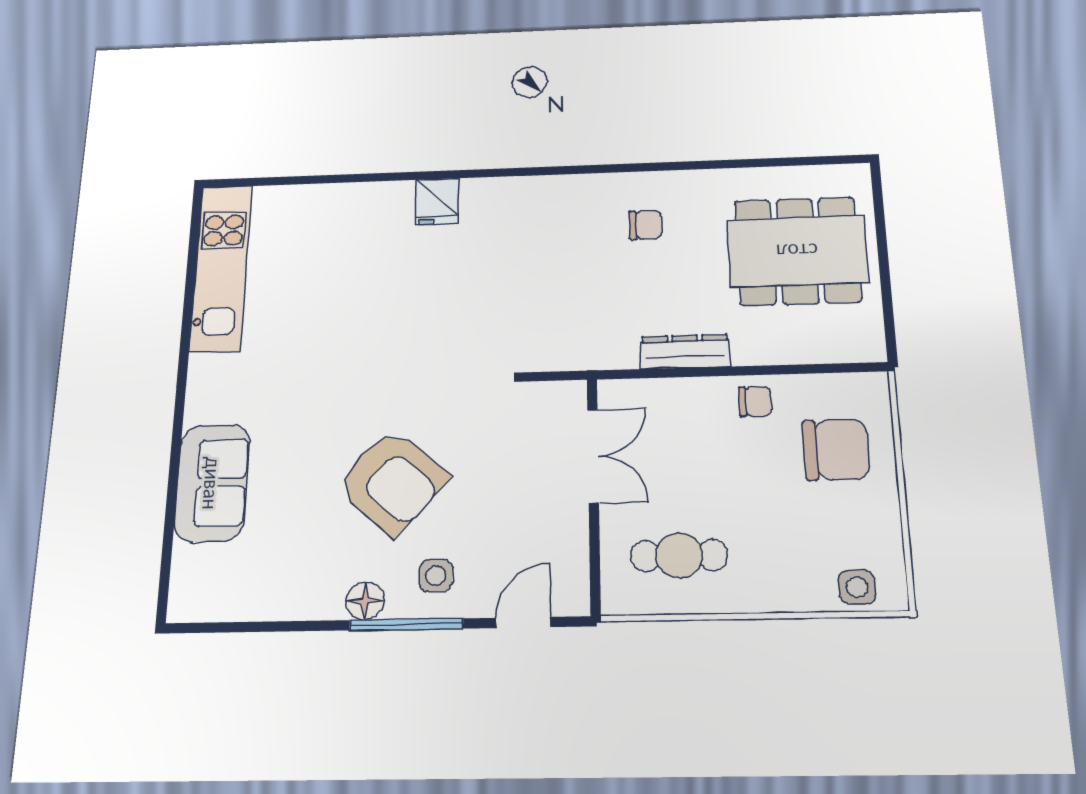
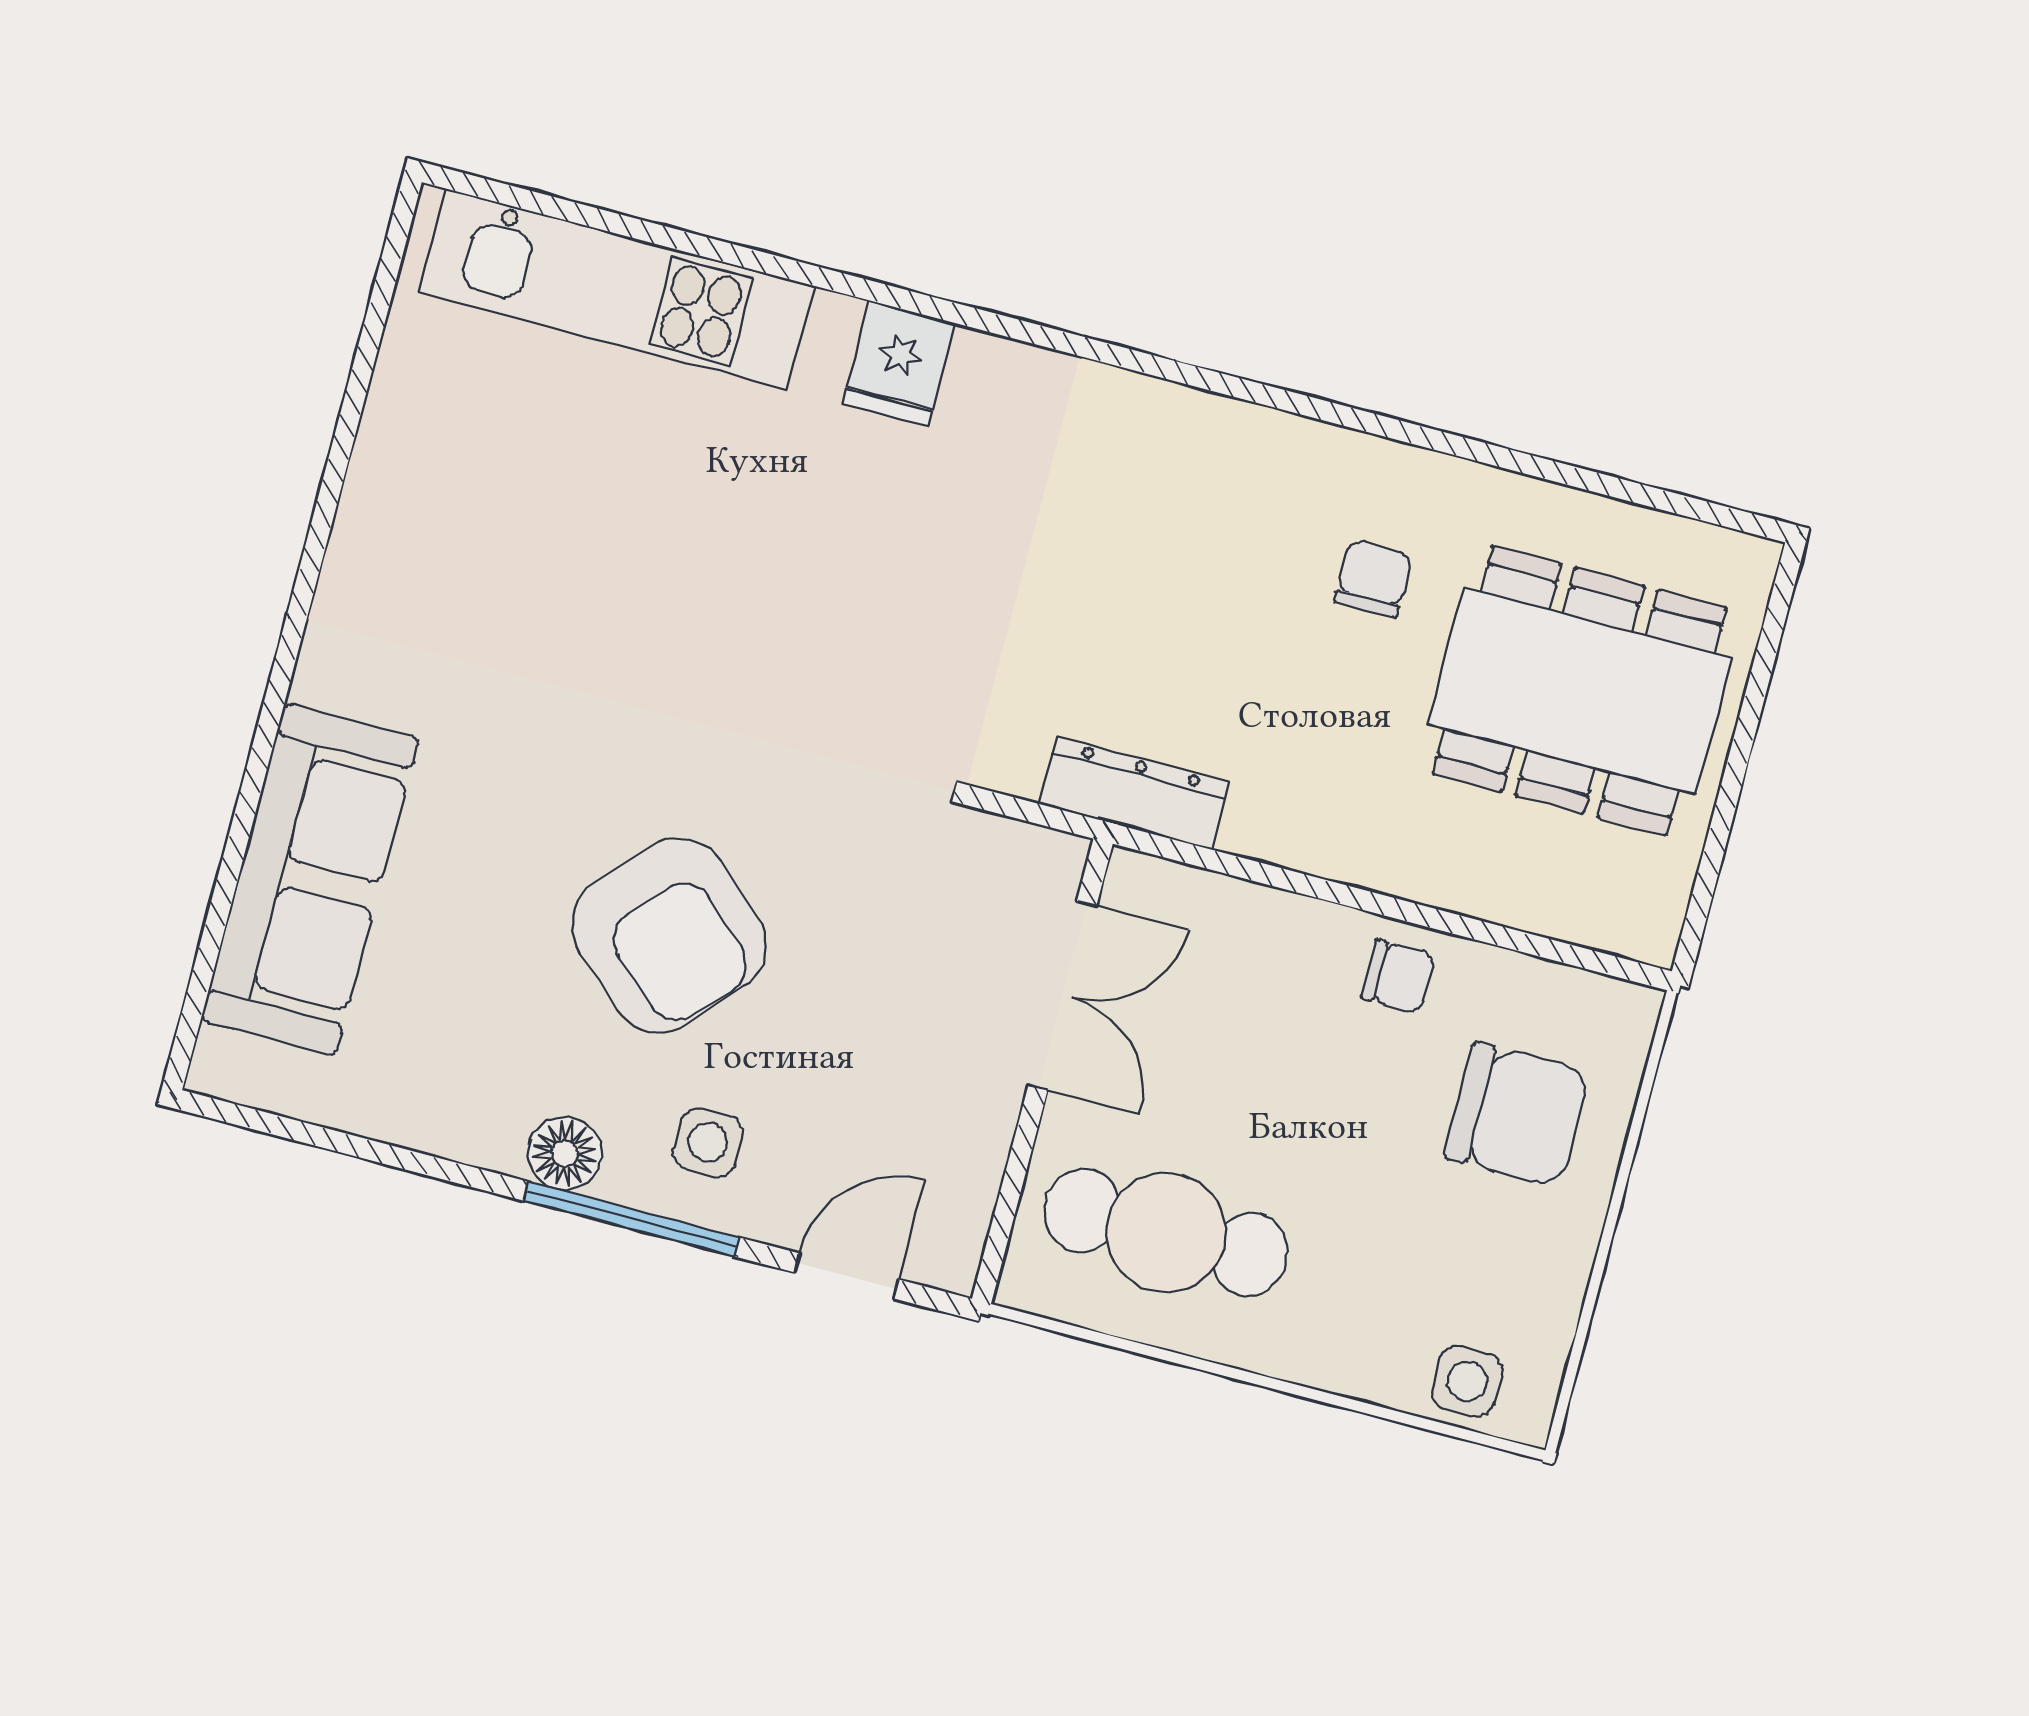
chair: (646, 225) -> (1373, 579), moved, turned -90
kitchen unit: (221, 268) -> (616, 289), moved, turned 90
dresser: (685, 352) -> (1134, 793), moved
sofa: (212, 483) -> (310, 879), width x1.36
cafe table: (679, 556) -> (1166, 1232), width x1.37, depth x1.35

